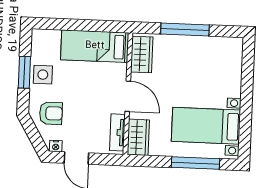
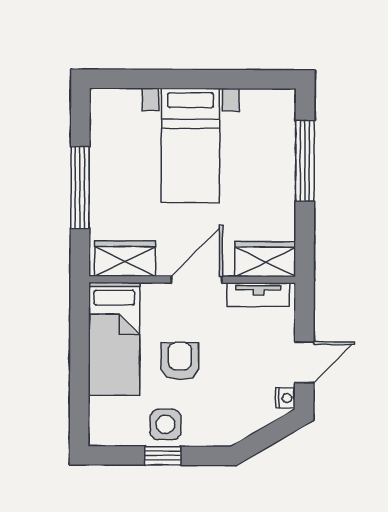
window: (24, 72) -> (163, 456), width x0.67
armchair: (51, 113) -> (180, 361), moved
bed with nightstands: (206, 126) -> (190, 145), moved

